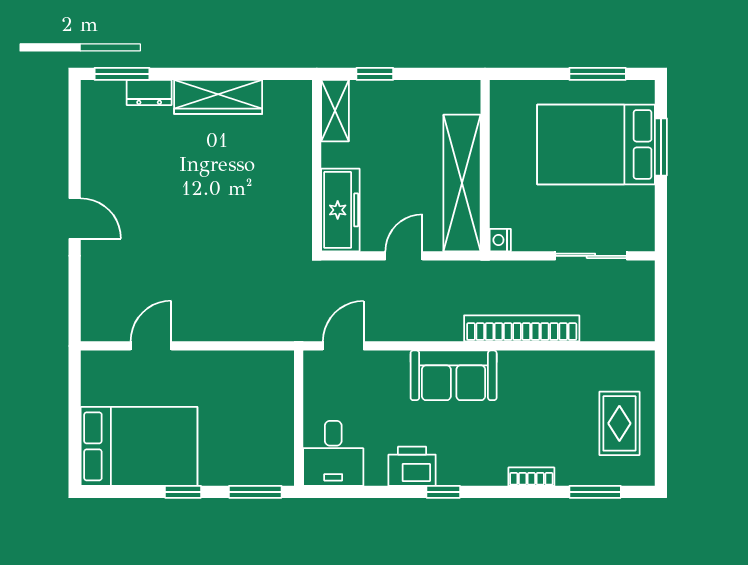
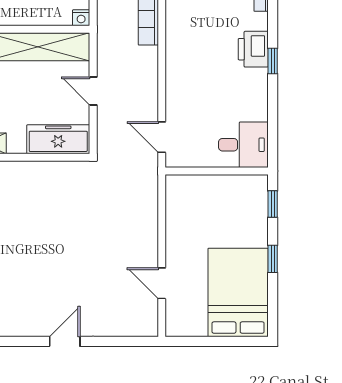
sofa: (454, 375) -> (184, 53), removed
printer: (412, 466) -> (253, 49), moved
window: (255, 492) -> (273, 204), width x0.67

